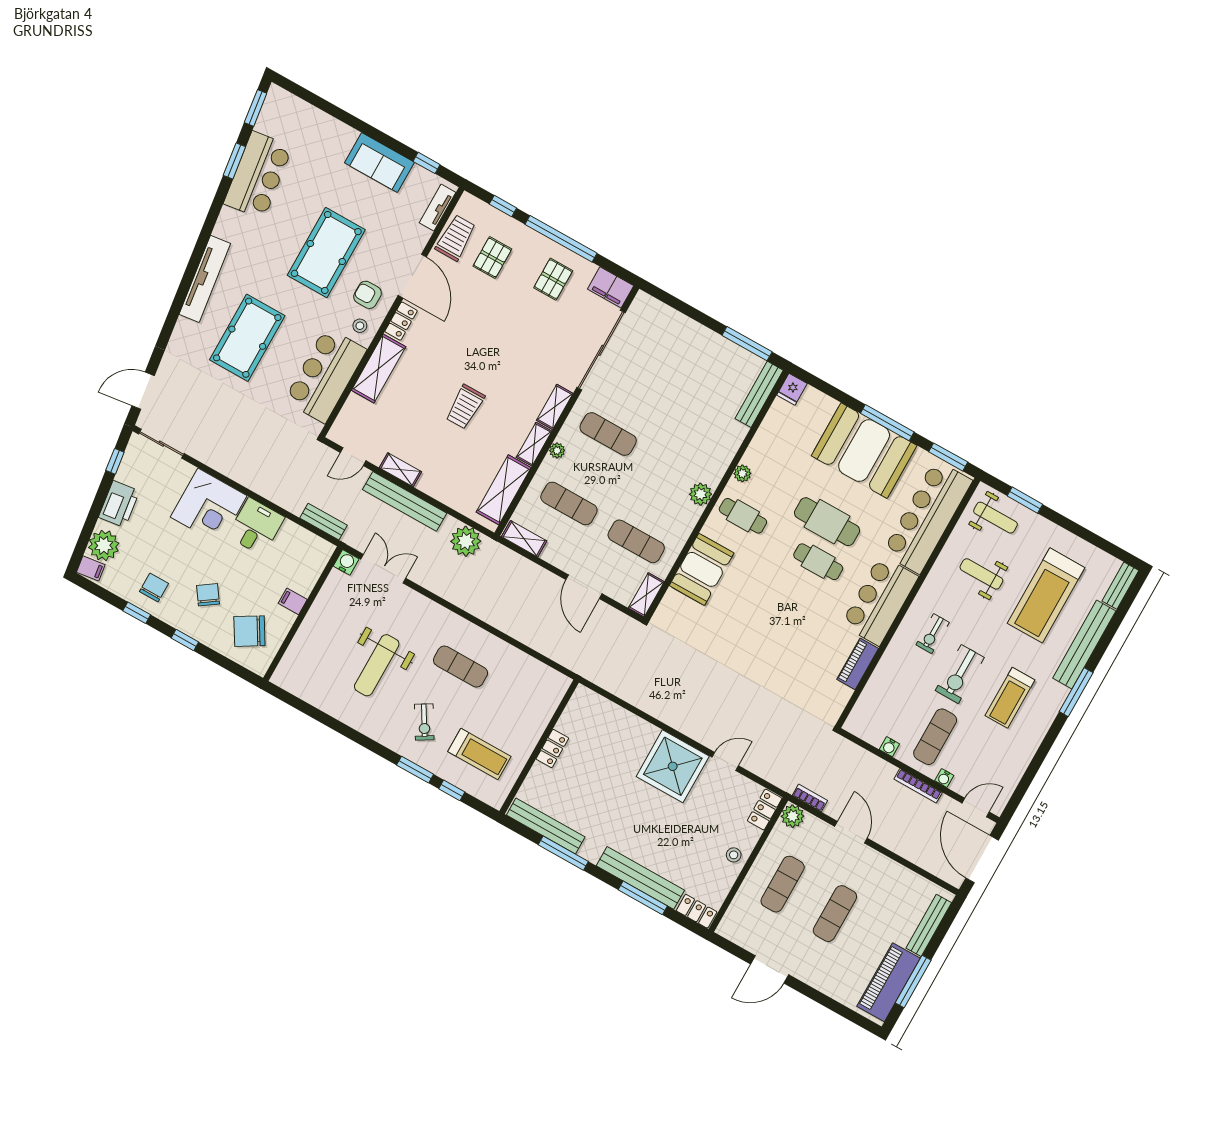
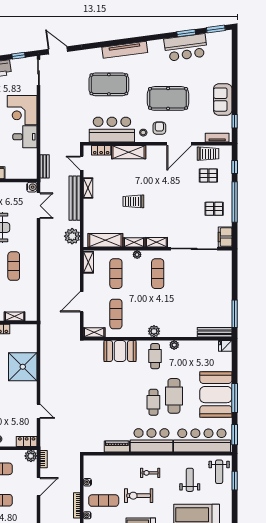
locker: (401, 321) -> (101, 150), moved
shelving: (545, 712) -> (15, 316), added
shower: (673, 766) -> (23, 367), moved

